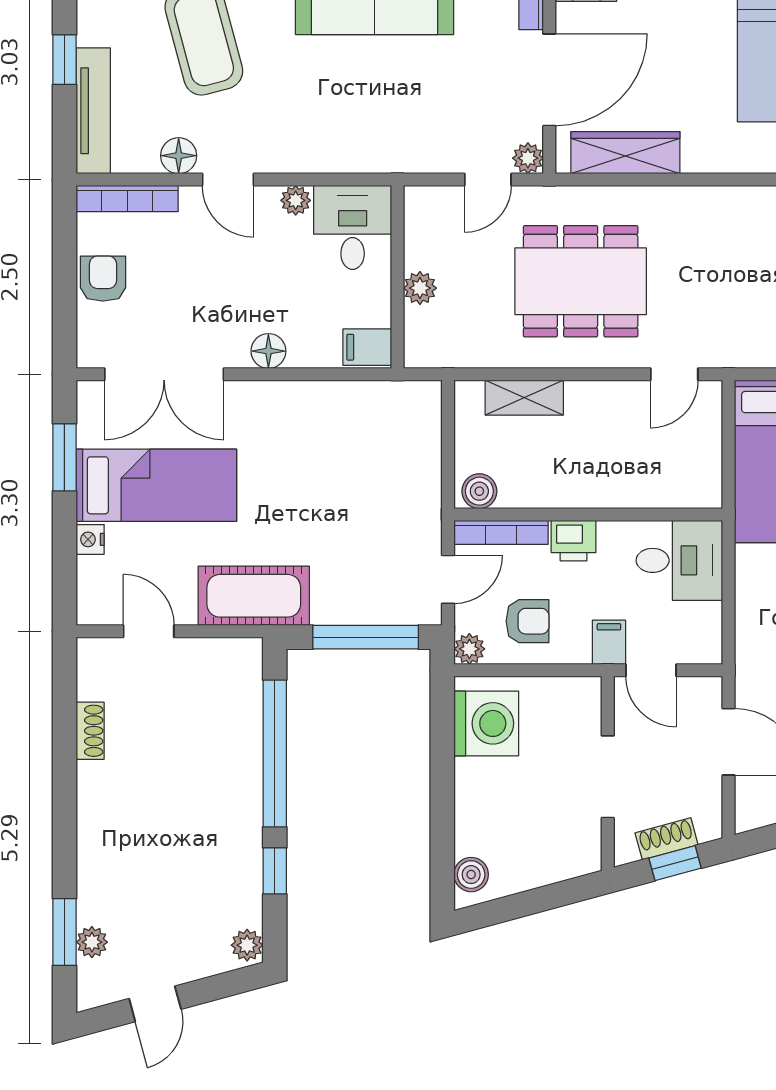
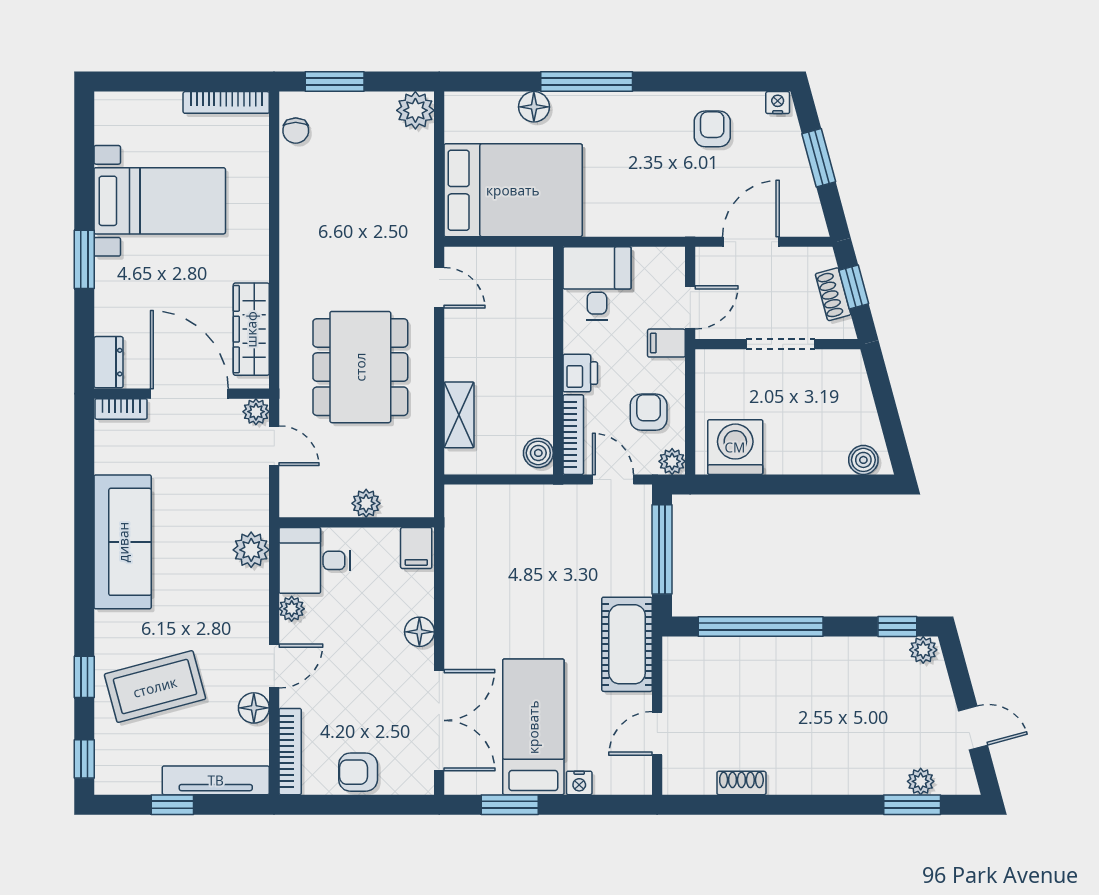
plant: (365, 153) -> (251, 550), added
window: (275, 871) -> (897, 626), moved

